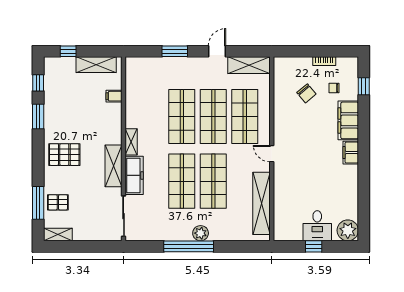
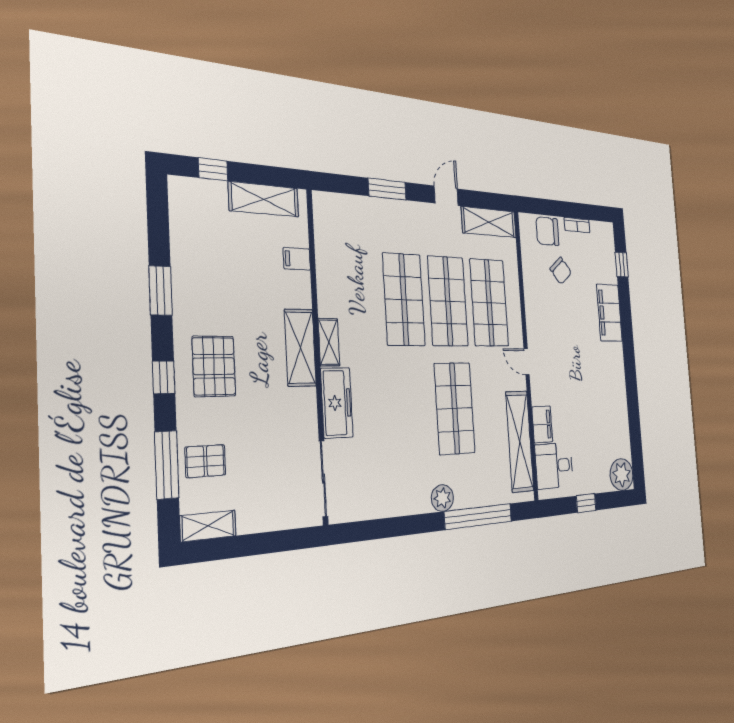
window: (38, 83) -> (164, 377), moved
chair: (334, 88) -> (547, 231), moved, width x1.87, depth x1.87
filing cabinet: (351, 153) -> (542, 424), moved, turned 180
pallet: (64, 155) -> (214, 366), turned 90
shelving: (113, 166) -> (300, 348), moved
shop shelf: (182, 181) -> (410, 410), removed
desk: (317, 226) -> (554, 466), moved, turned 90
window: (189, 246) -> (478, 516), moved

